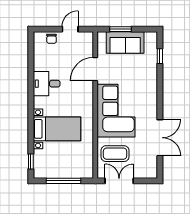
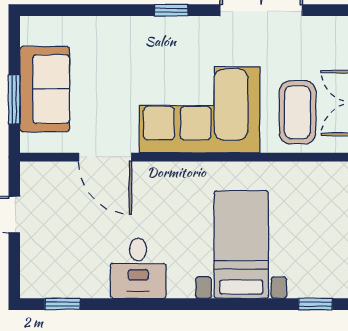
chair: (52, 39) -> (36, 257), removed
window: (31, 50) -> (62, 304), added
window: (160, 56) -> (171, 10), moved

